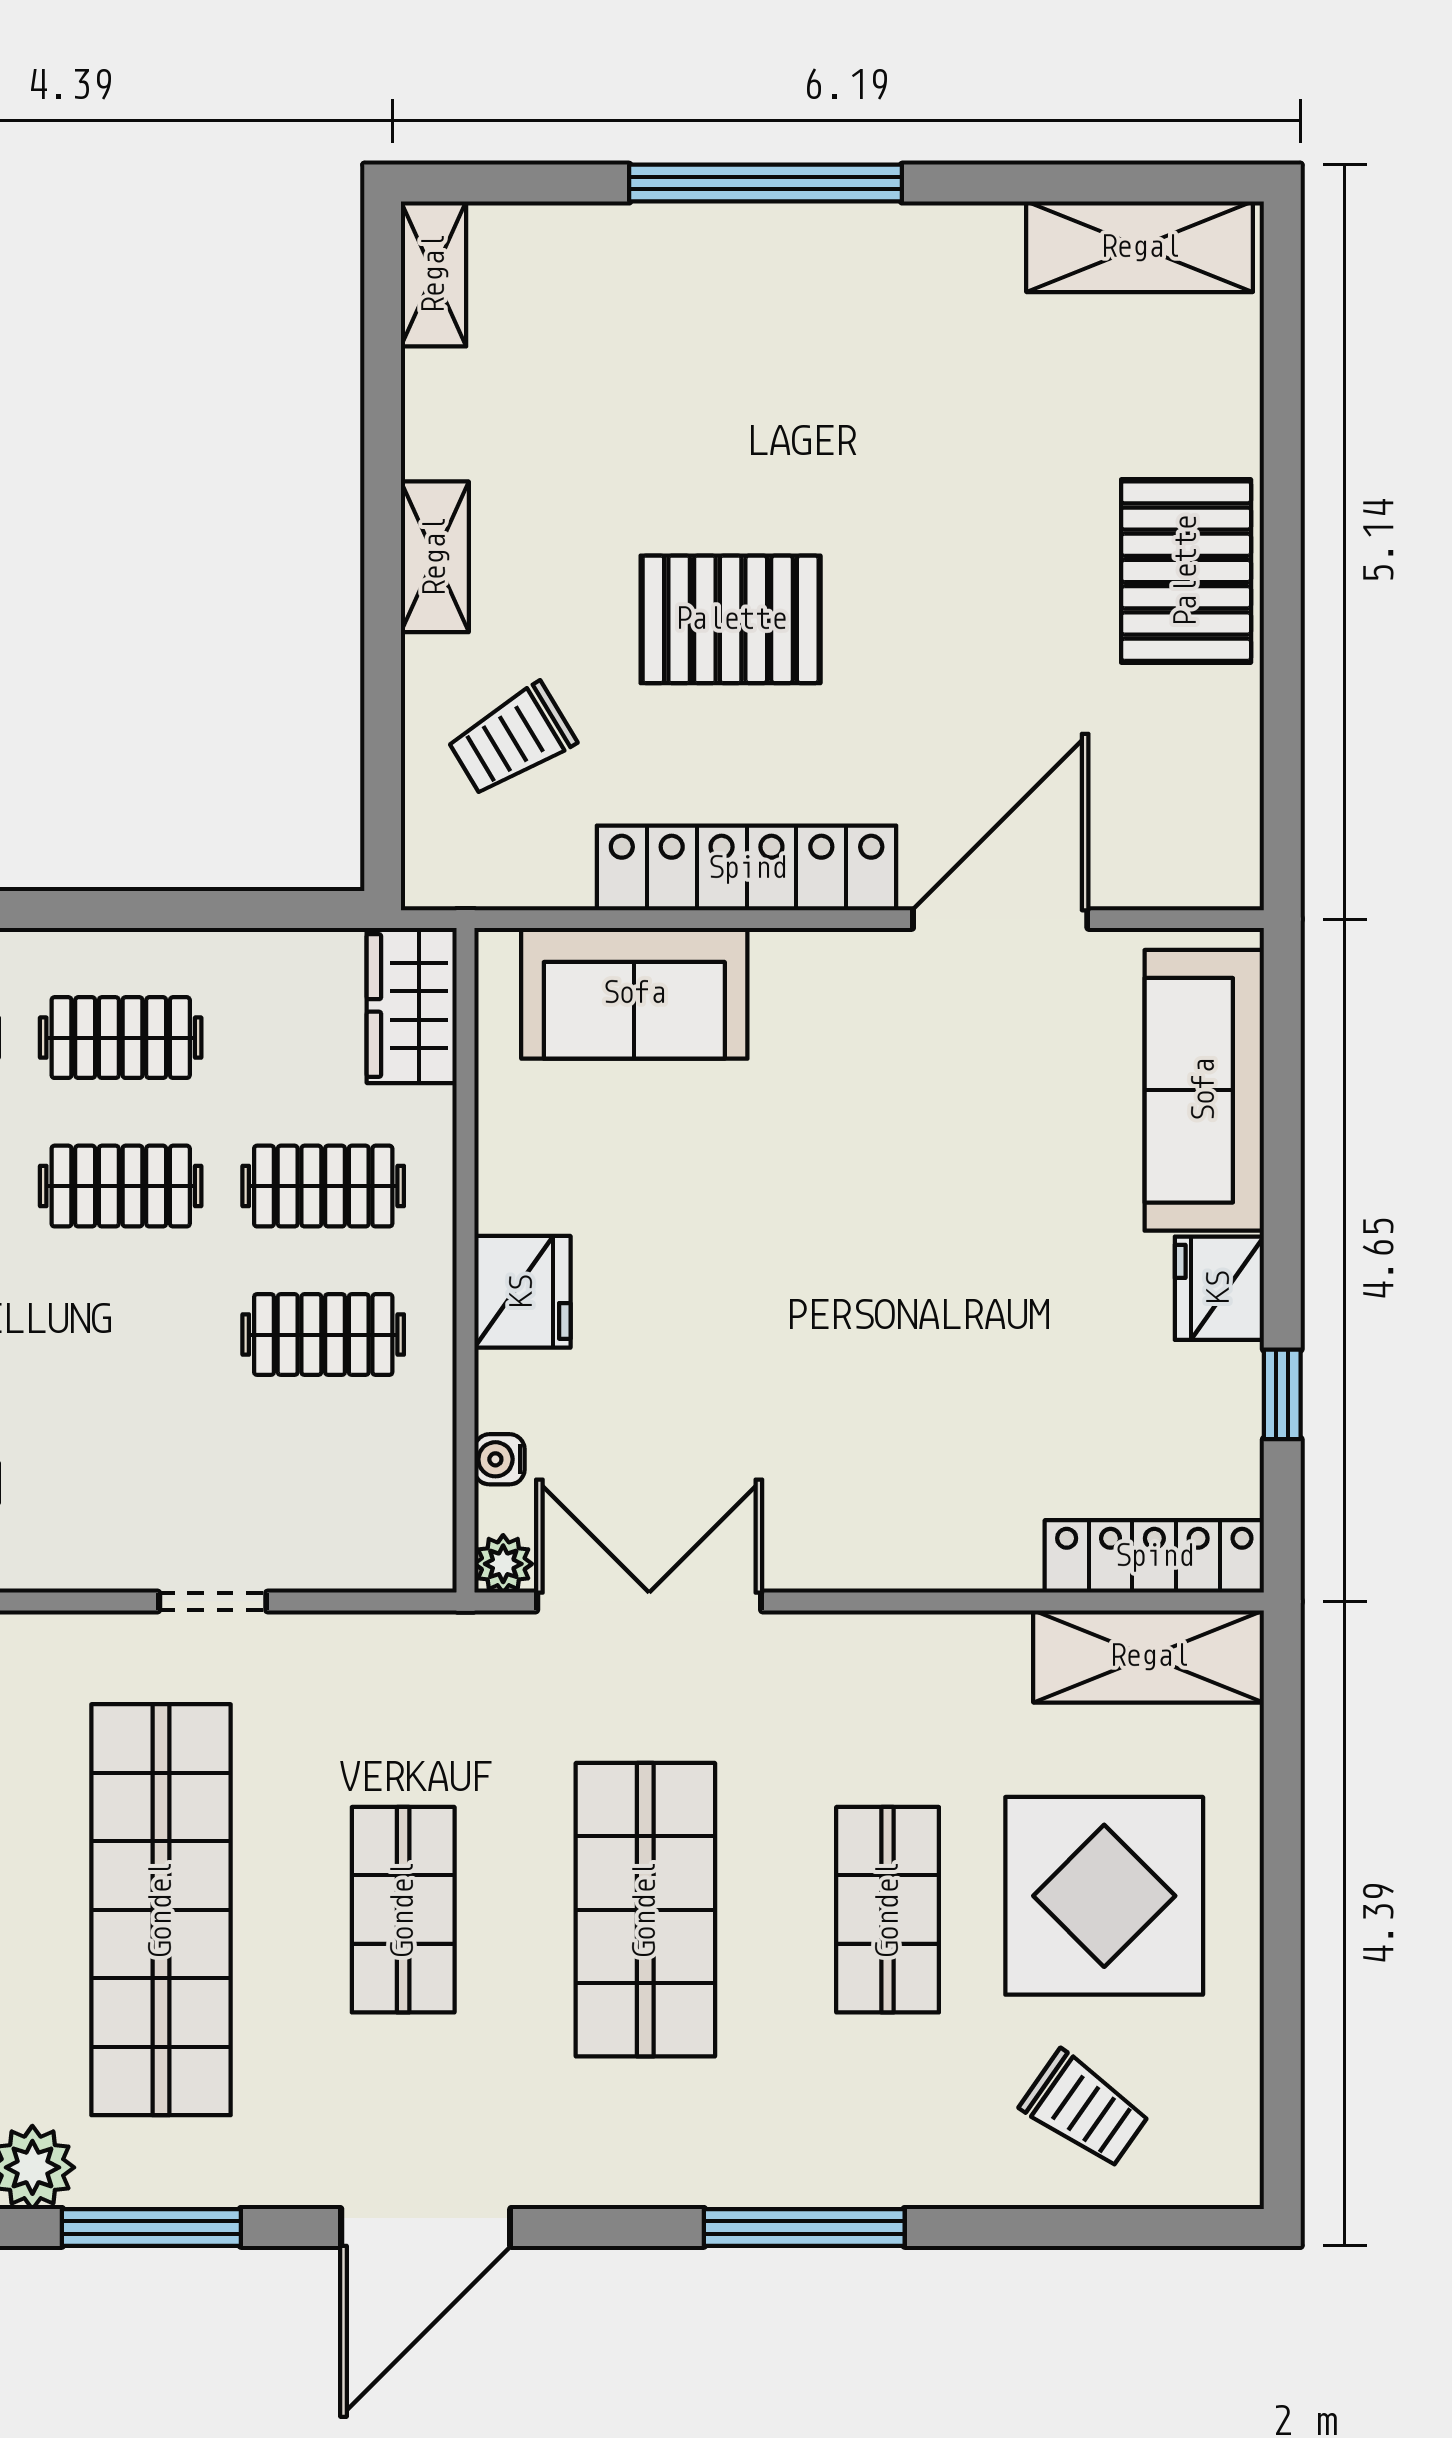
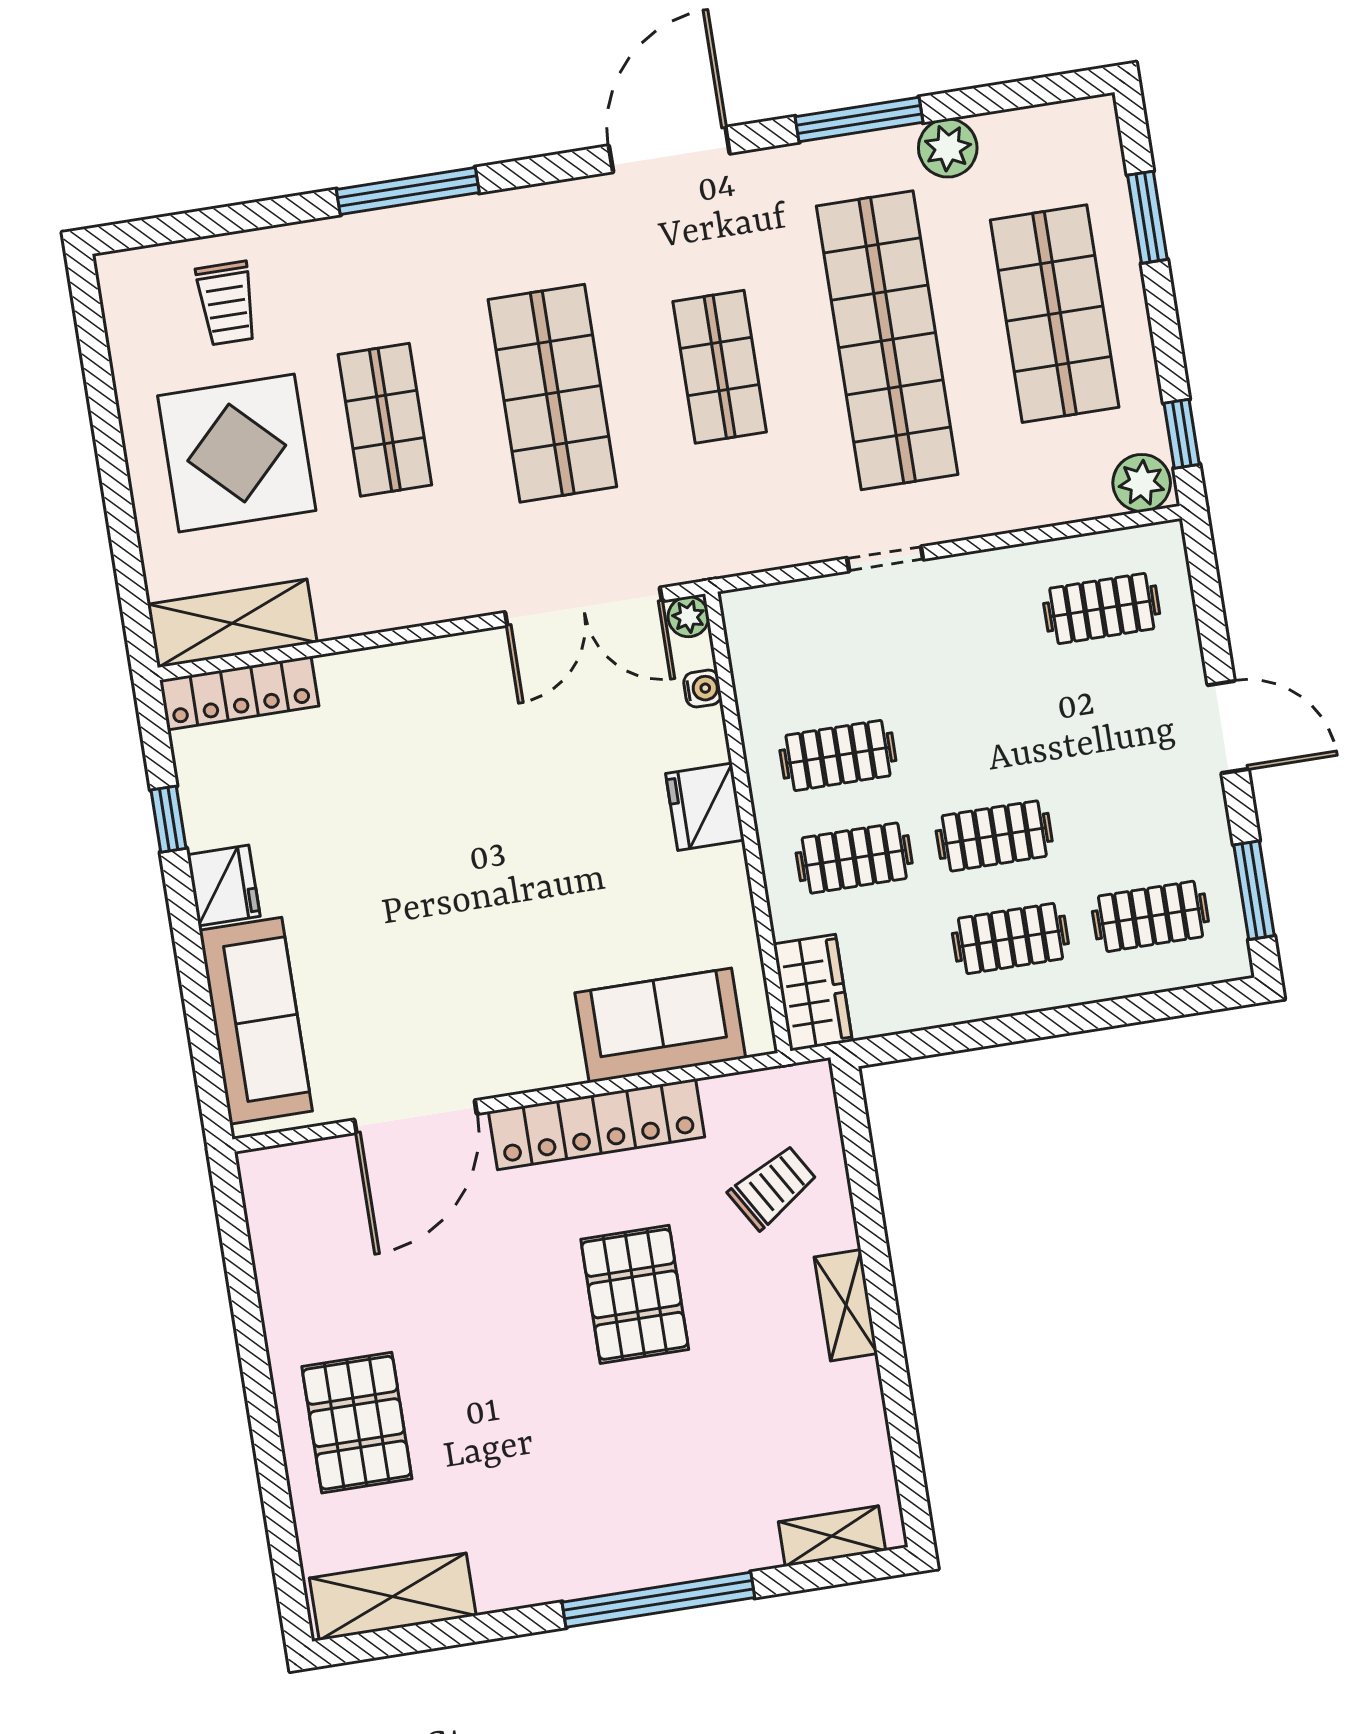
shelving: (434, 274) -> (832, 1536), moved, turned 90
pallet: (1186, 571) -> (357, 1423), moved
pallet: (731, 619) -> (635, 1294), turned 90
trolley: (1085, 2110) -> (227, 303), turned -125

